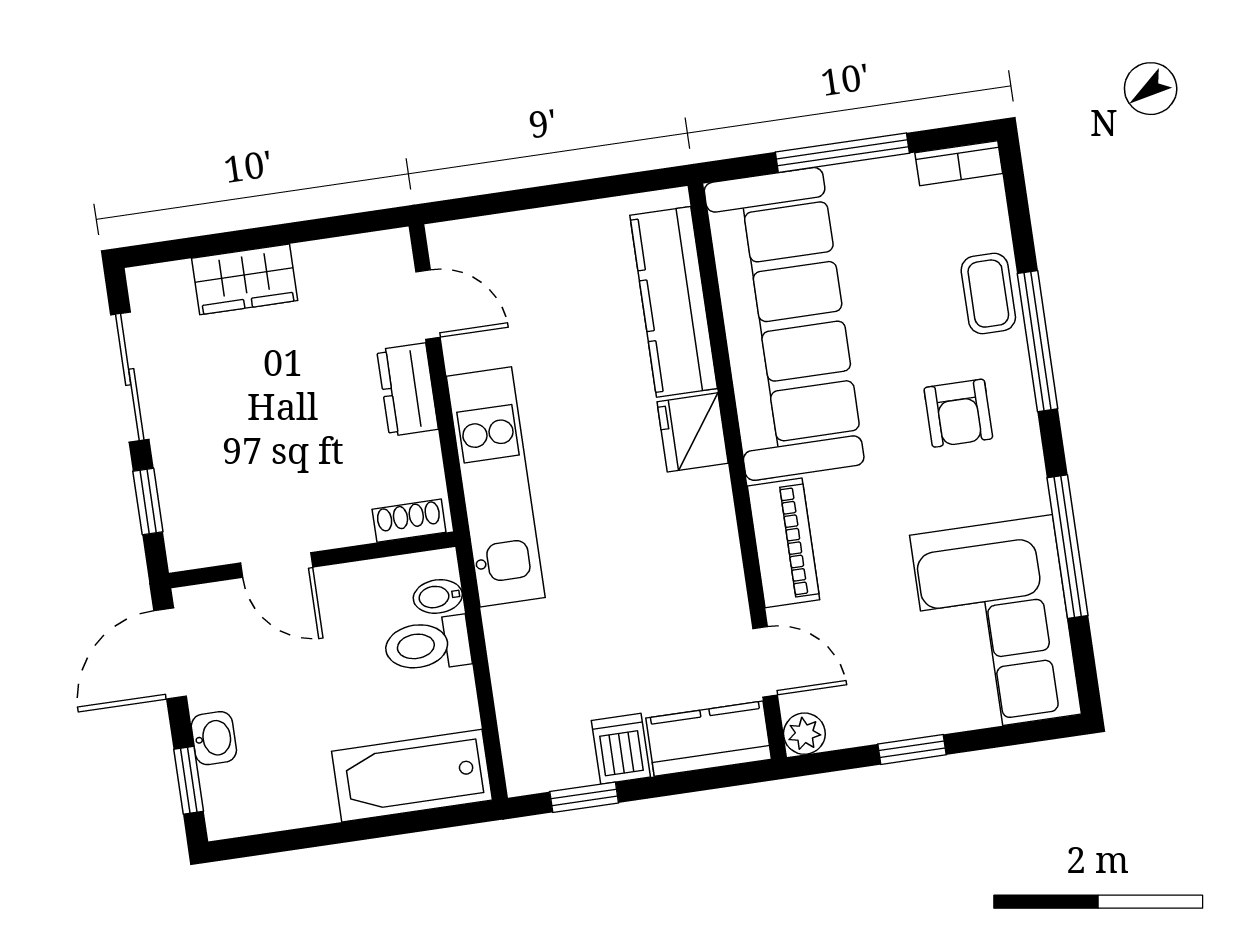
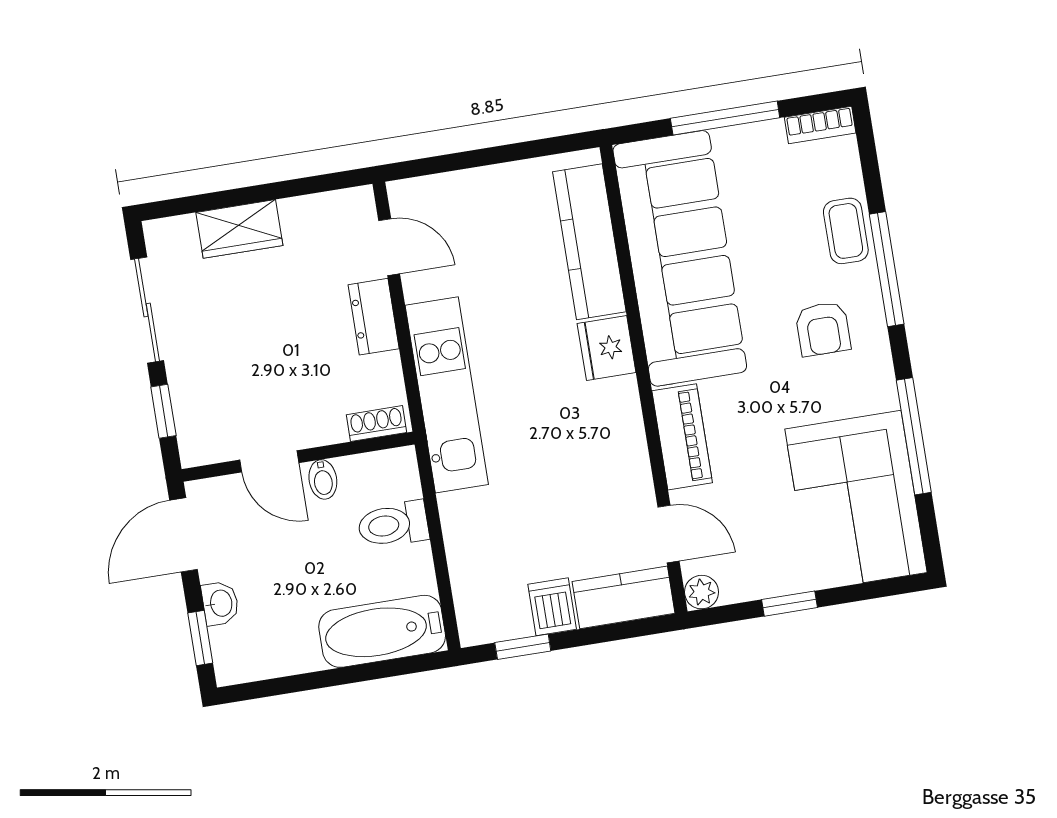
bidet: (438, 596) -> (323, 479), moved, turned -90

